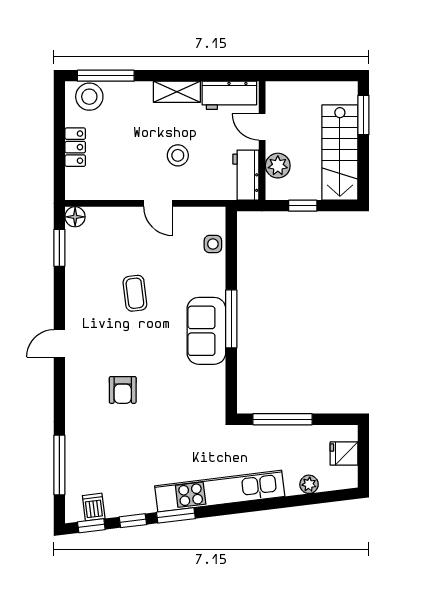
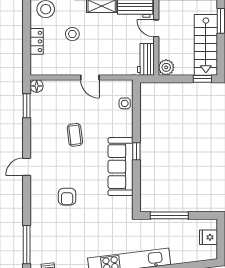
stool: (178, 155) -> (72, 34), moved
plant: (278, 166) -> (166, 67), moved
window: (303, 206) -> (202, 79), moved
window: (231, 319) -> (136, 151), width x0.46
sofa: (206, 331) -> (121, 167), width x1.36
plant: (309, 484) -> (186, 257), removed

